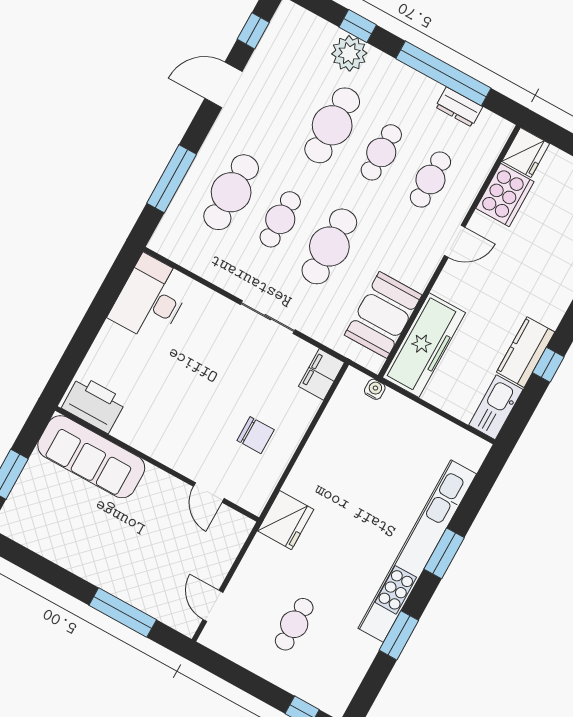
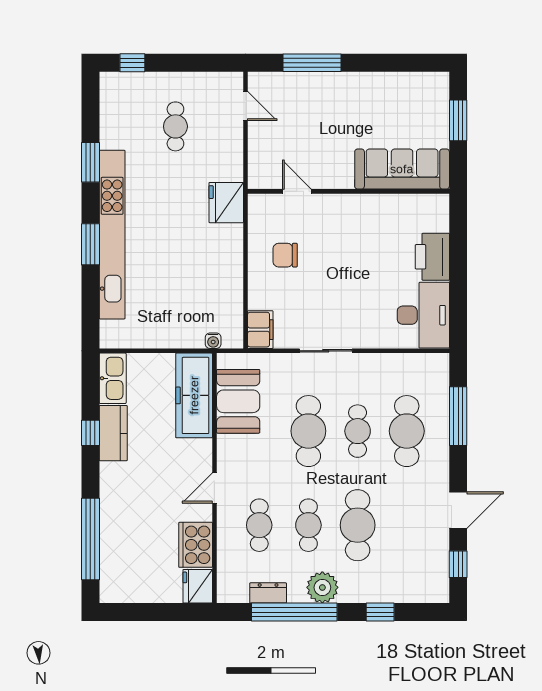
plant: (349, 53) -> (322, 587), moved
printer: (94, 404) -> (432, 257), moved, turned 90

